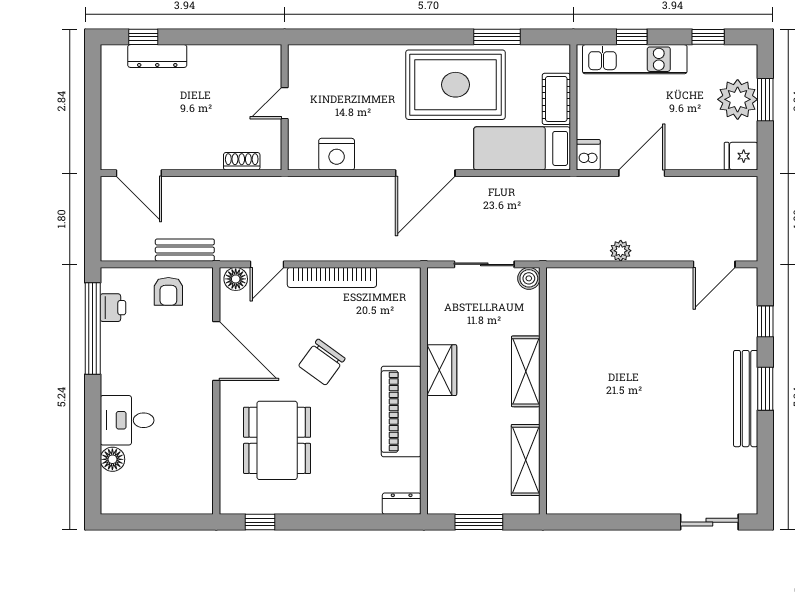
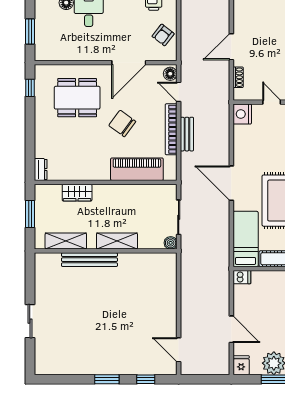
nightstand: (337, 154) -> (242, 114), moved
door: (139, 173) -> (231, 47), moved
door: (642, 173) -> (231, 329), moved
bench: (185, 250) -> (187, 134), moved
plant: (621, 251) -> (186, 296), removed
armchair: (168, 291) -> (163, 35), turned -52
wardrobe: (442, 370) -> (77, 193), moved
bench: (746, 399) -> (89, 260), moved
piano: (401, 411) -> (137, 169), moved
window: (162, 522) -> (30, 32), added
sliding door: (709, 522) -> (30, 321), moved

